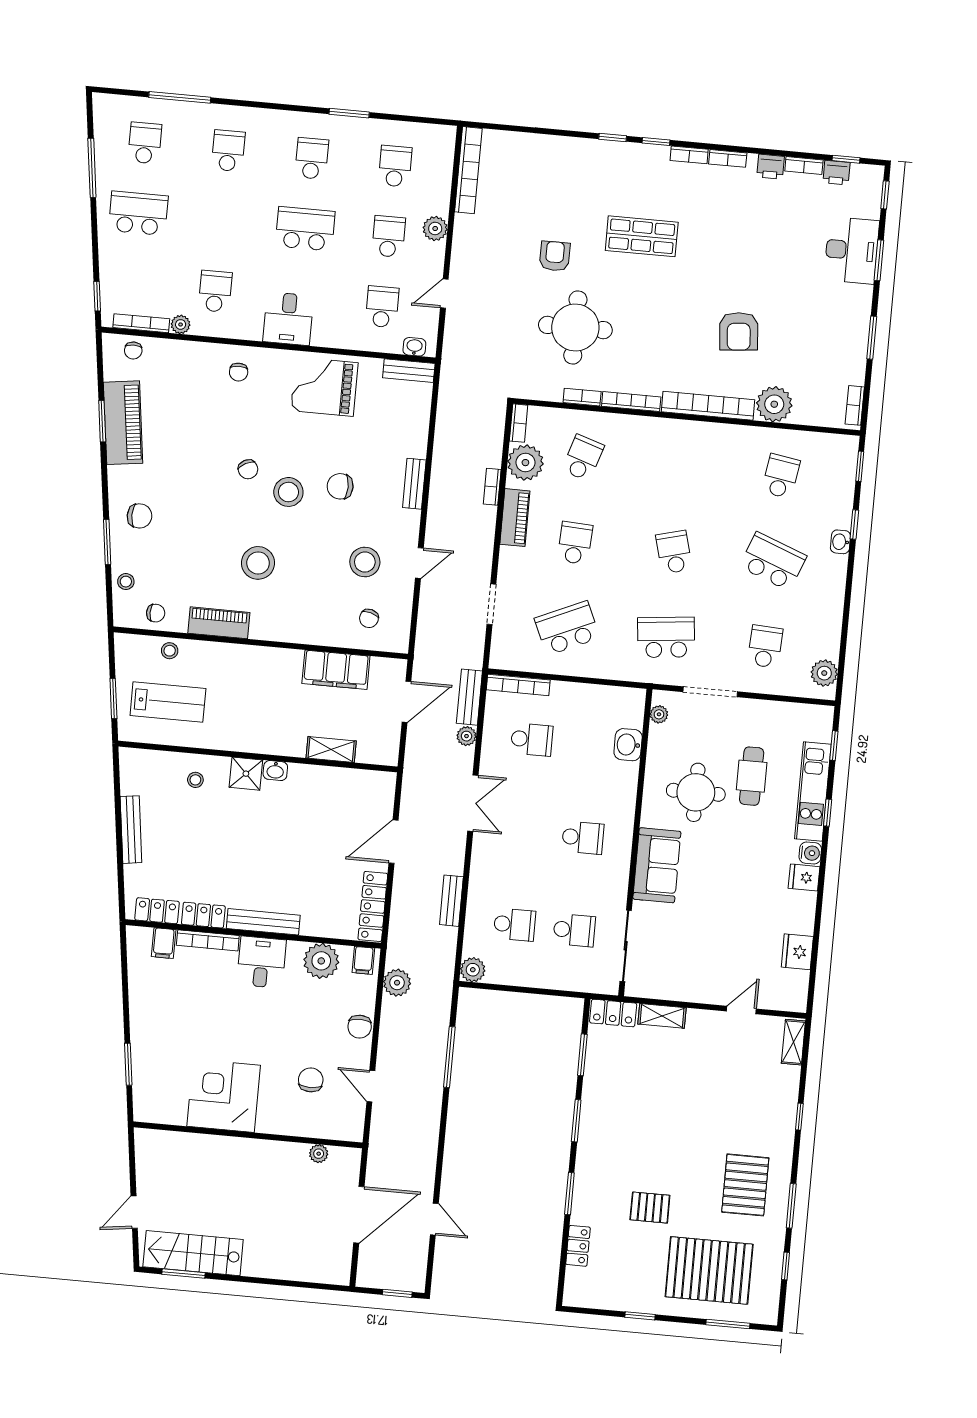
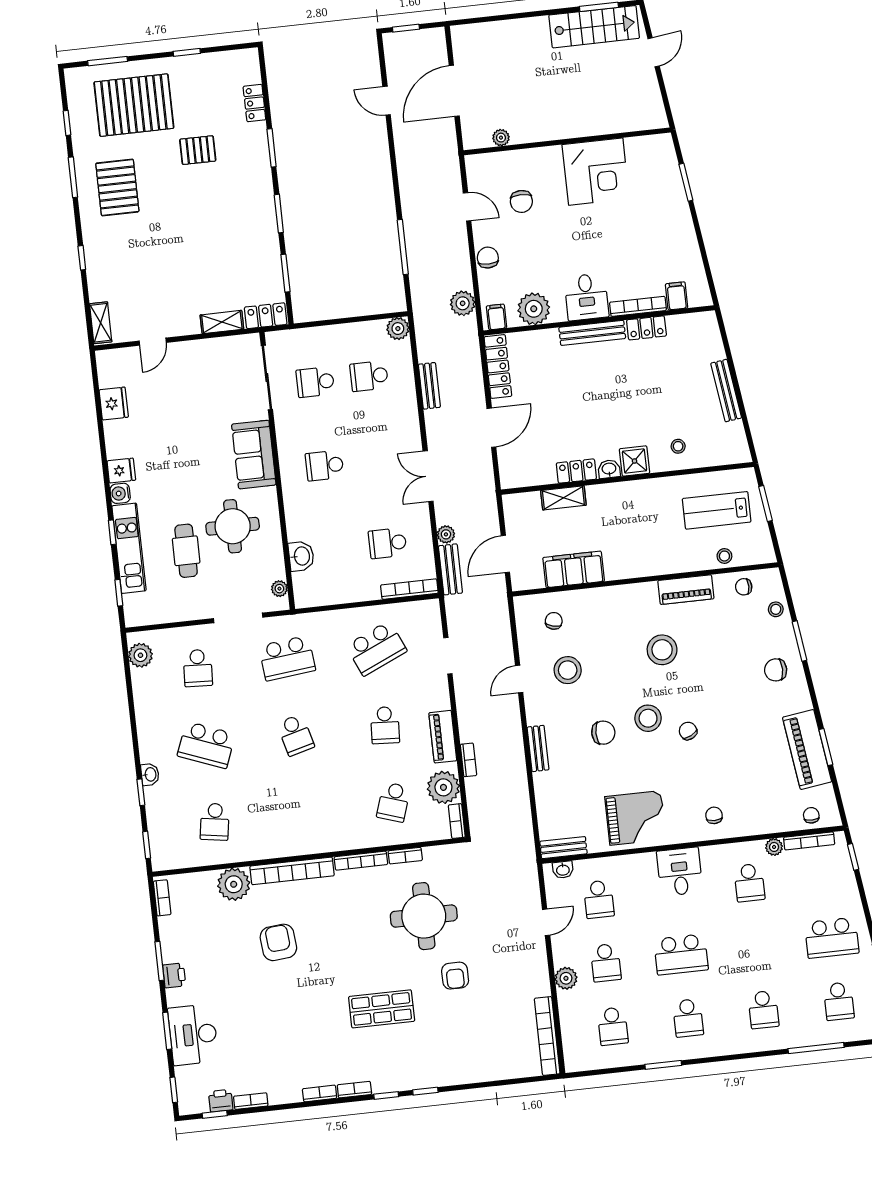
printer: (770, 167) -> (174, 975), moved, turned 90
locker: (157, 911) -> (576, 471), moved, turned 180

